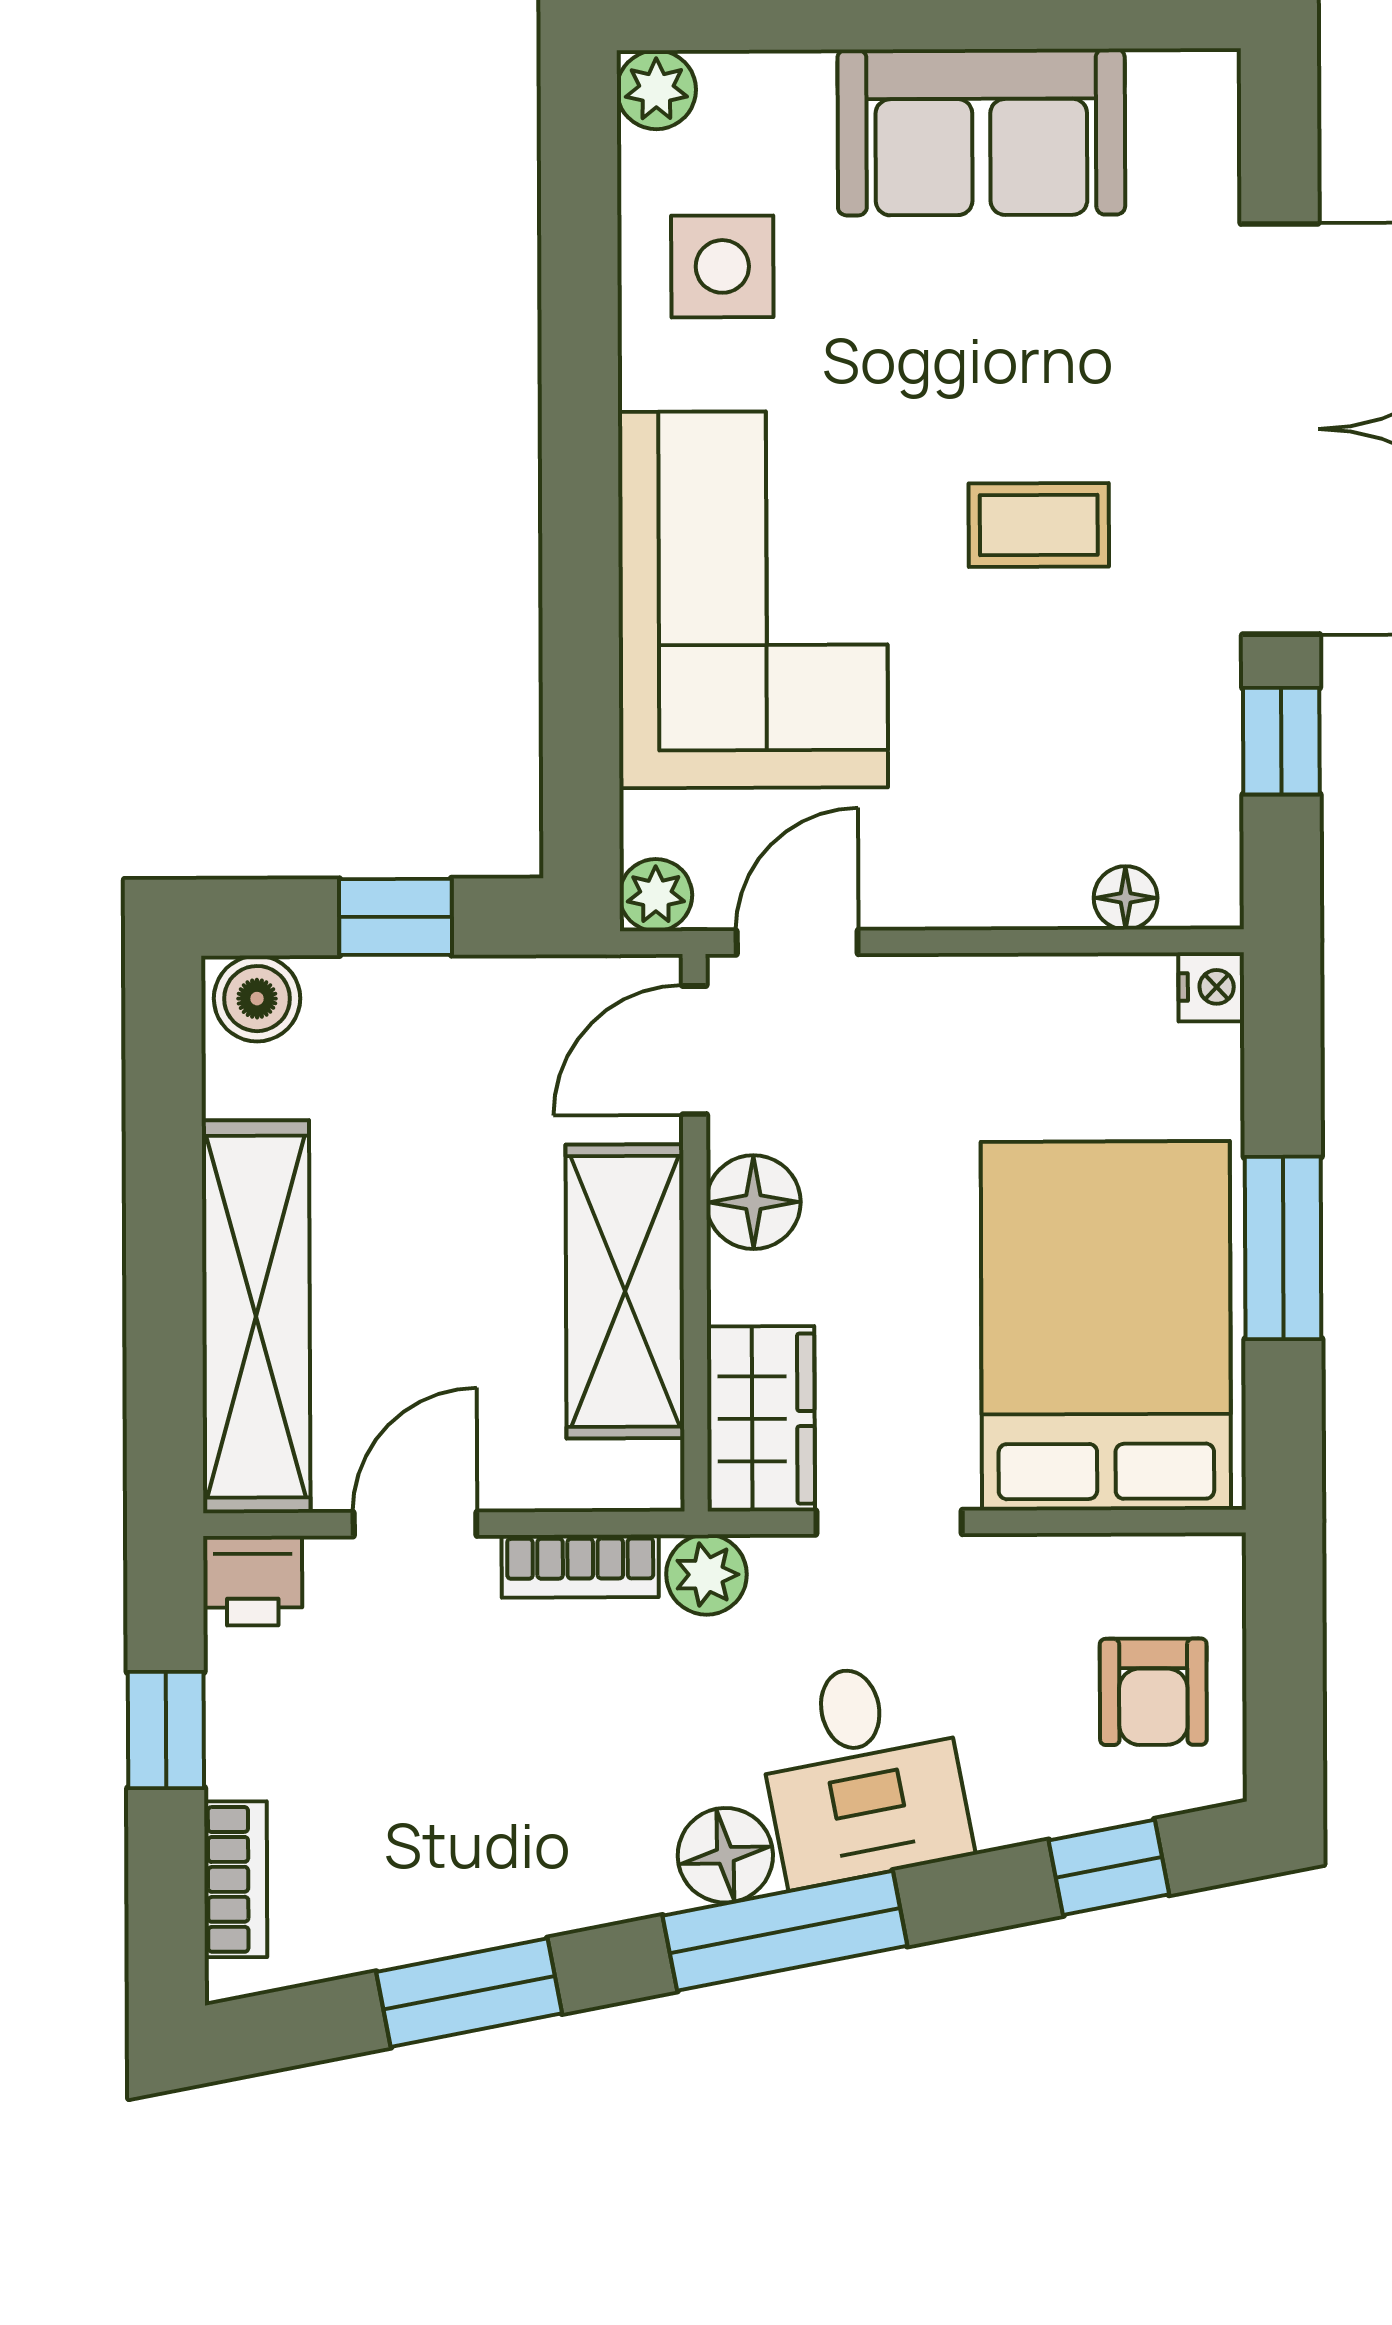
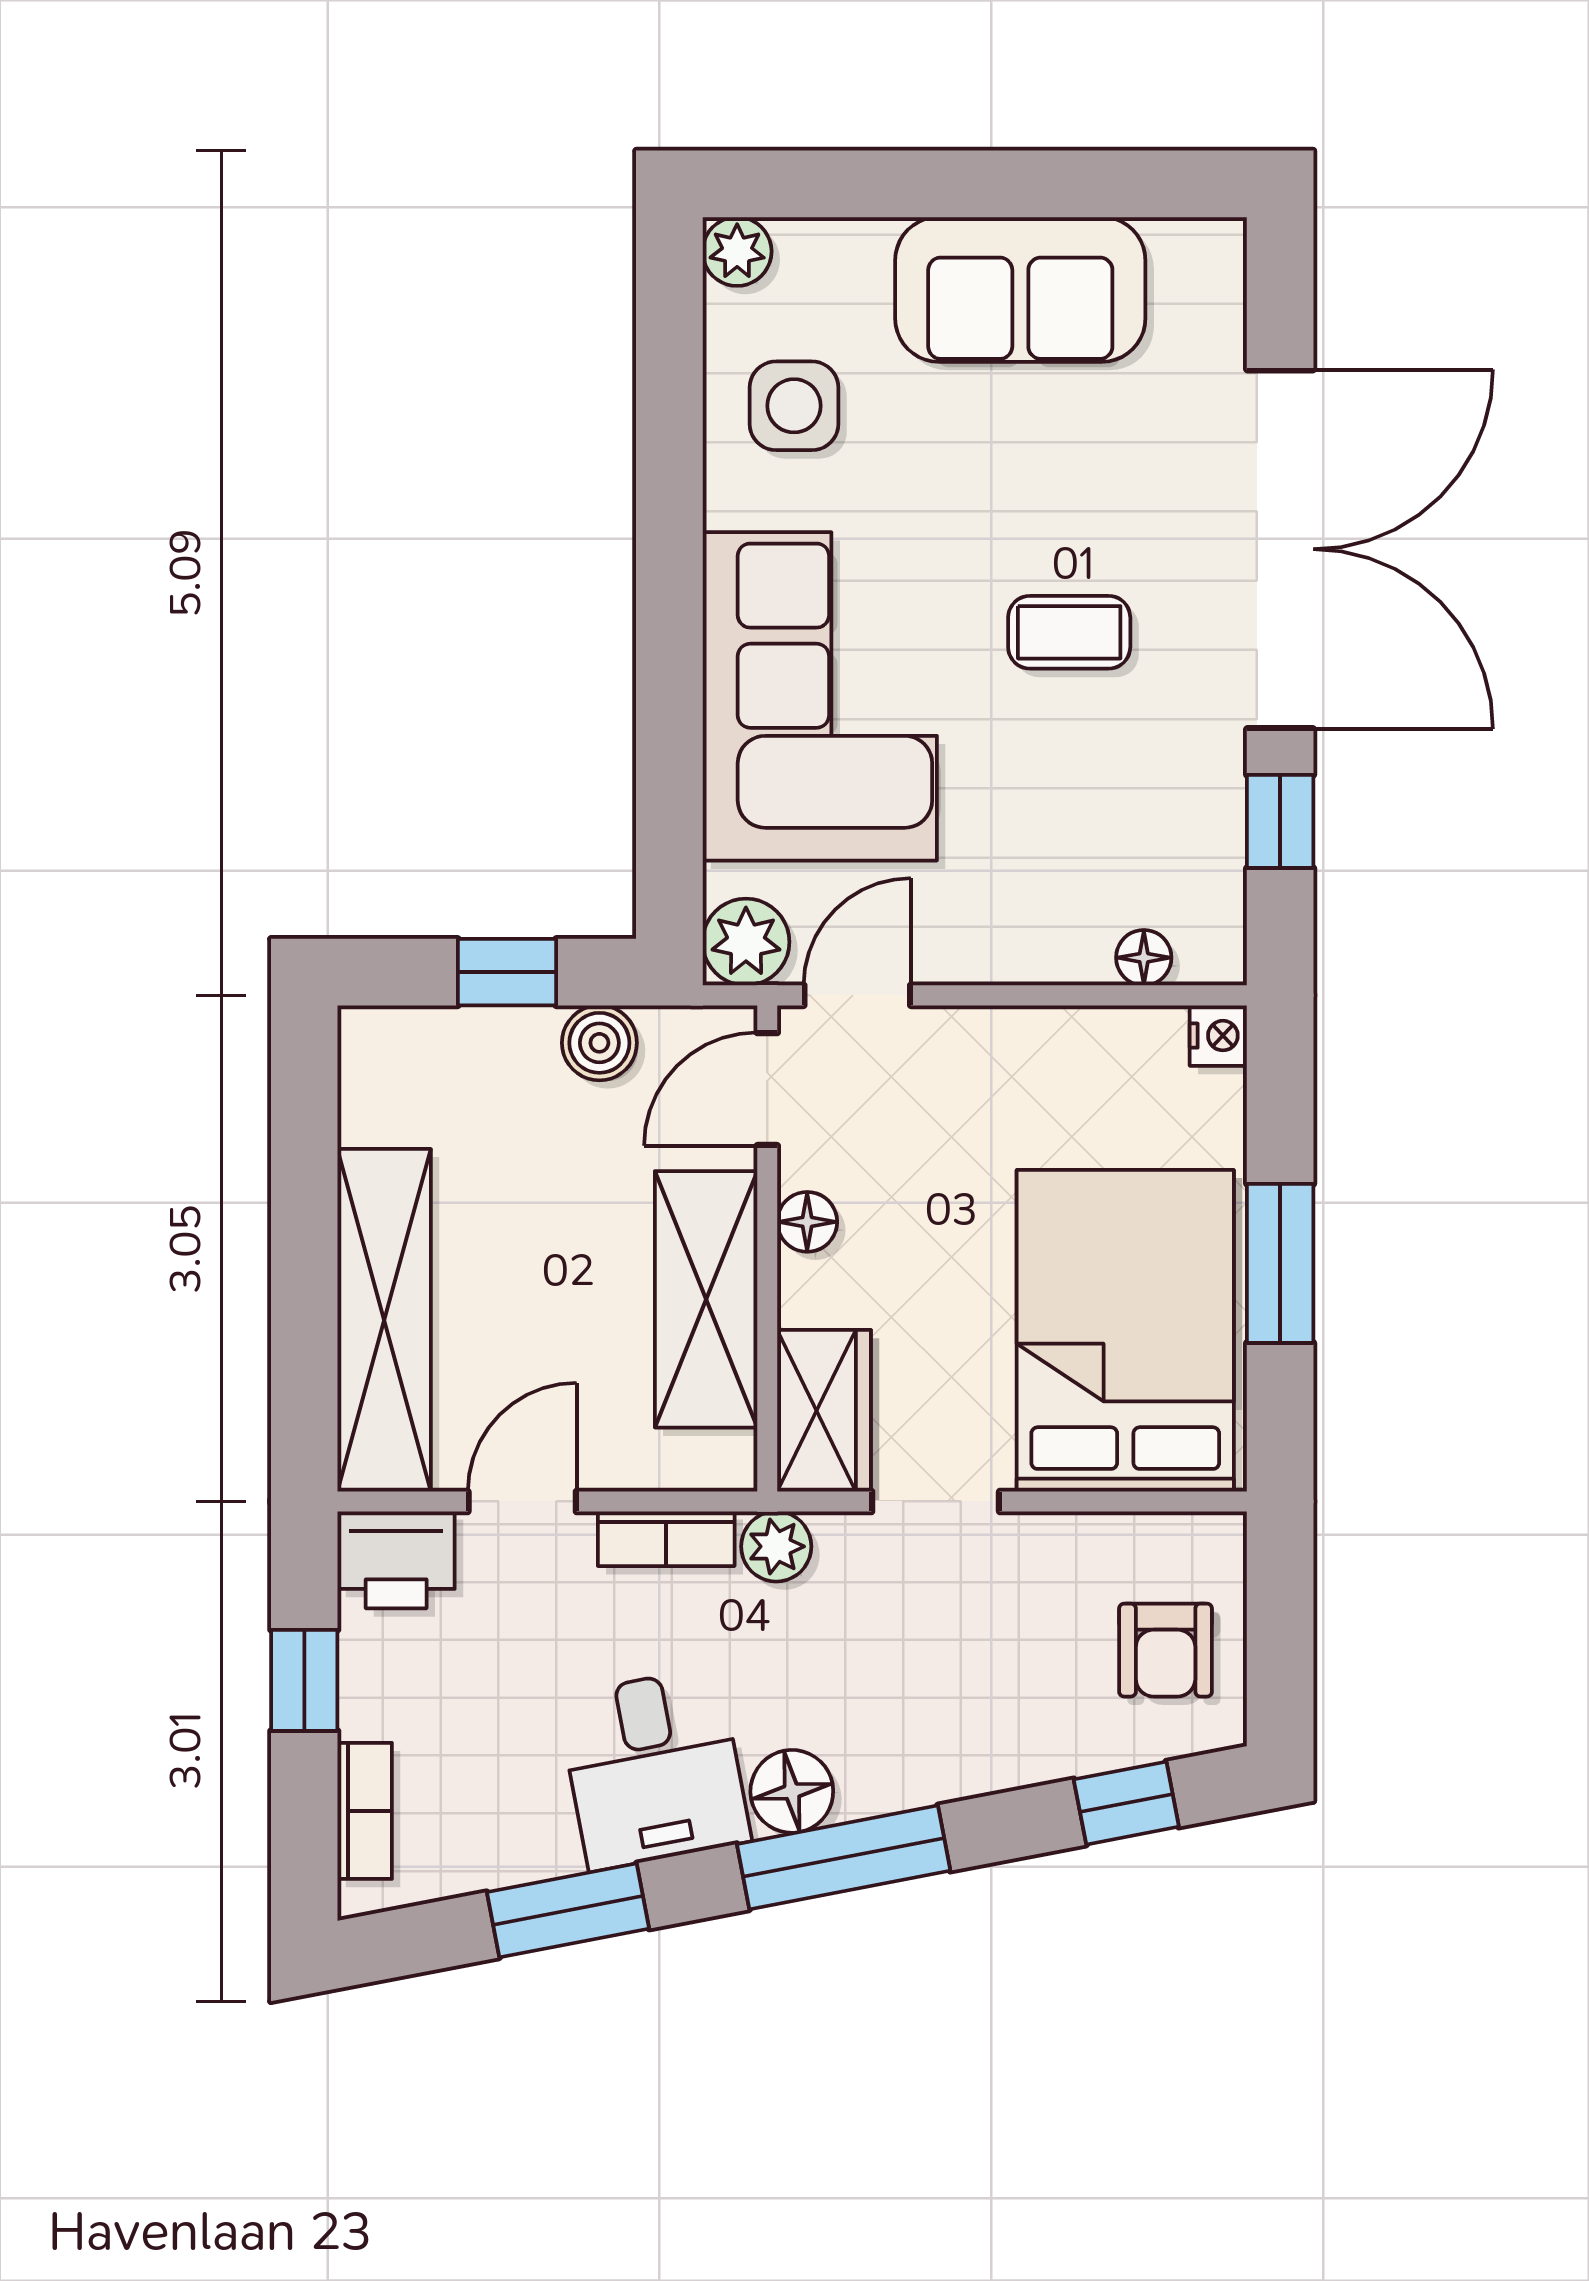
plant: (656, 895) -> (746, 942), width x1.38, depth x1.38
boiler: (257, 999) -> (599, 1043), moved
floor lamp: (753, 1202) -> (807, 1222), width x0.73, depth x0.73
printer: (253, 1581) -> (396, 1560), width x1.36, depth x1.24
desk: (862, 1772) -> (654, 1769), moved

